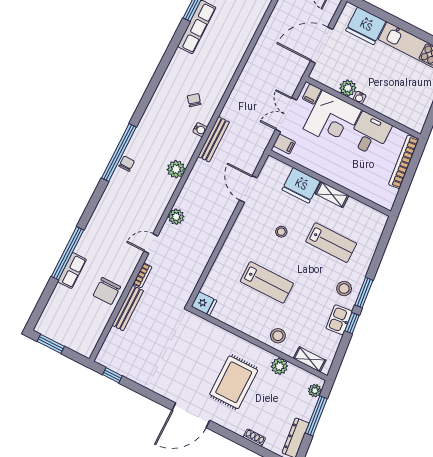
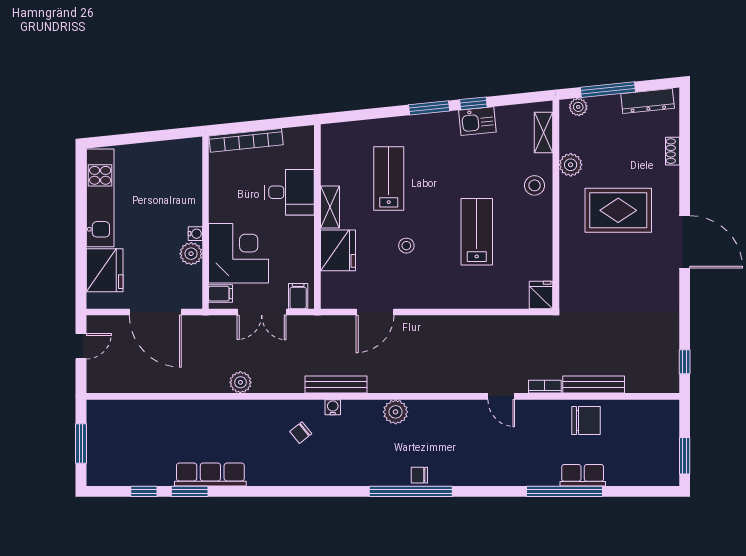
desk: (370, 134) -> (290, 192), moved, turned 180
plant: (176, 217) -> (240, 382), moved
stool: (344, 289) -> (436, 134), removed

